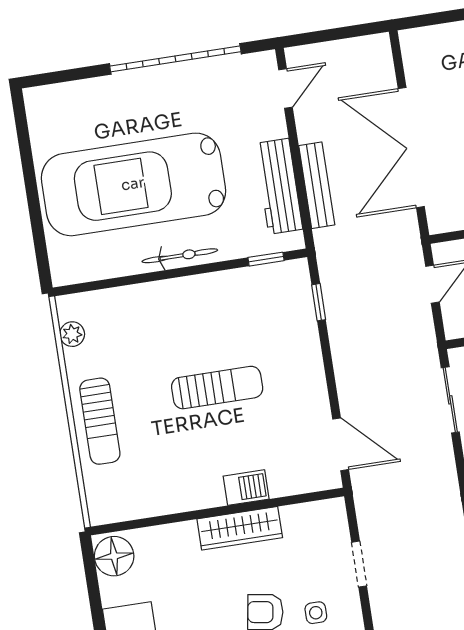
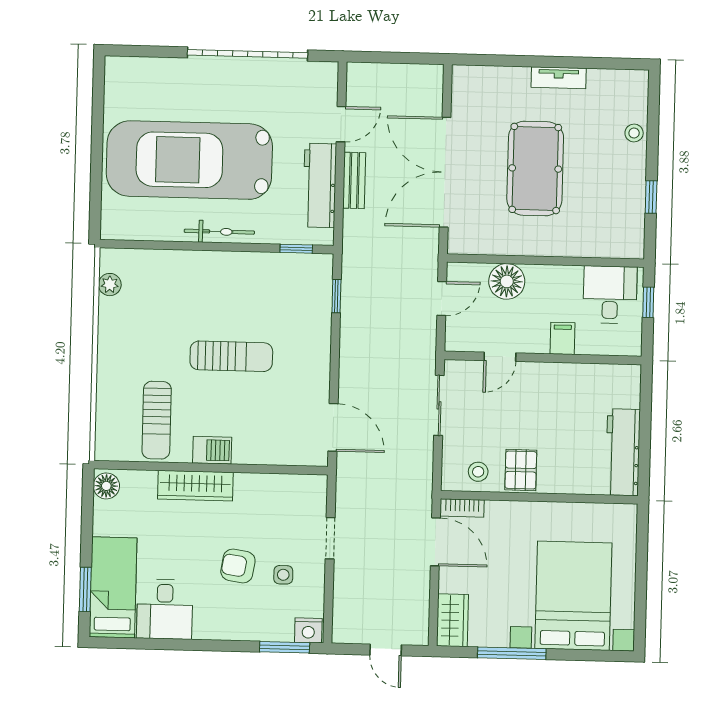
door: (286, 88) -> (341, 124), moved
bench: (317, 185) -> (354, 180), width x0.73
sun lounger: (100, 421) -> (157, 420), moved
barbecue: (246, 488) -> (212, 450), moved
wardrobe: (240, 528) -> (195, 486), moved
floor lamp: (114, 556) -> (106, 486), width x0.73, depth x0.73

